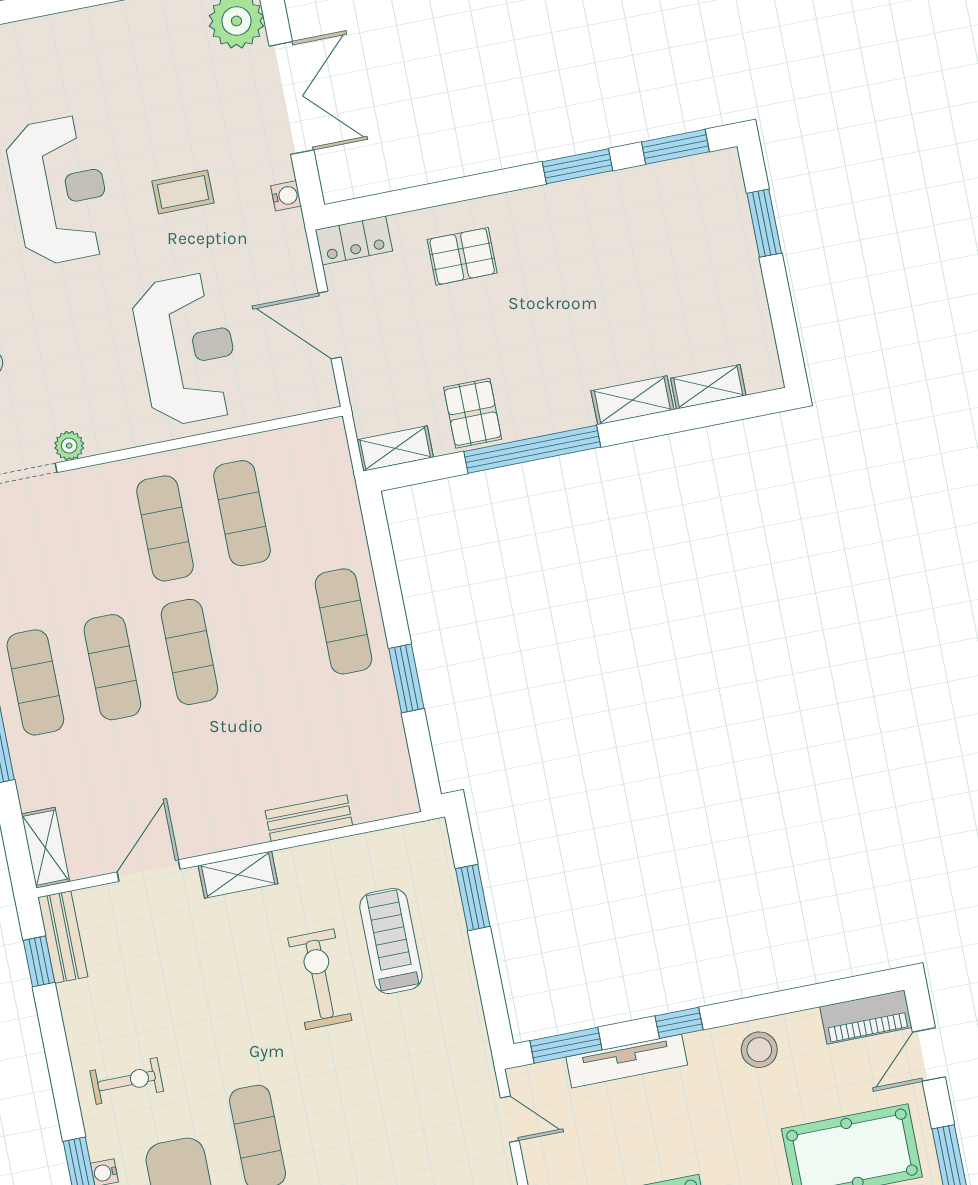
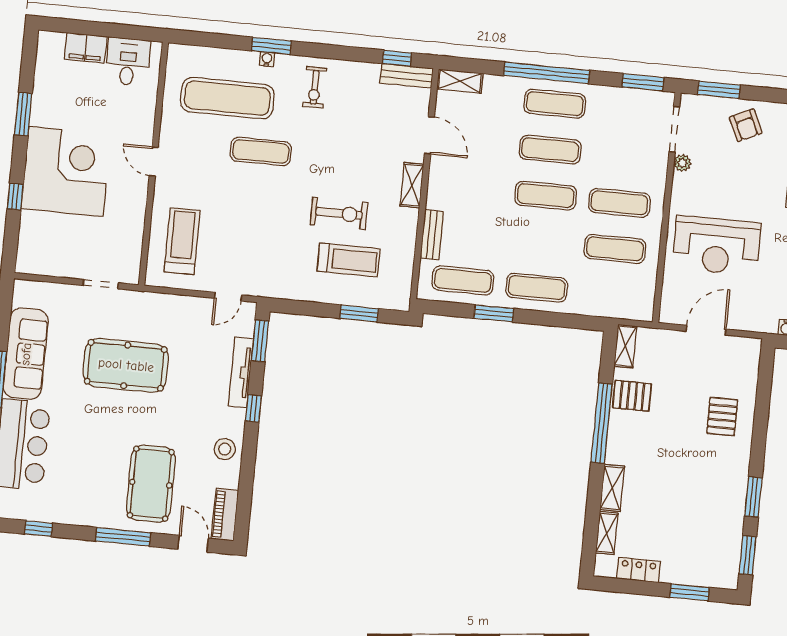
locker: (354, 240) -> (638, 570), moved, turned 90
exercise mat: (368, 745) -> (463, 280), added

